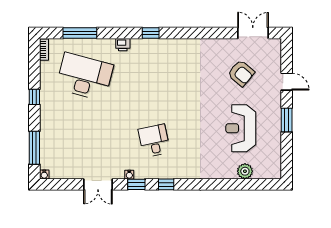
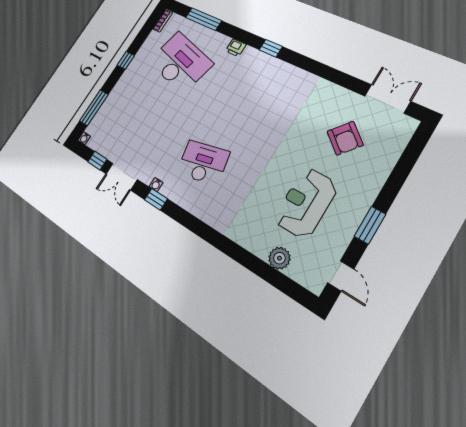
door: (287, 82) -> (341, 276), moved
desk: (154, 141) -> (203, 163), width x1.37
window: (166, 184) -> (97, 161), moved

